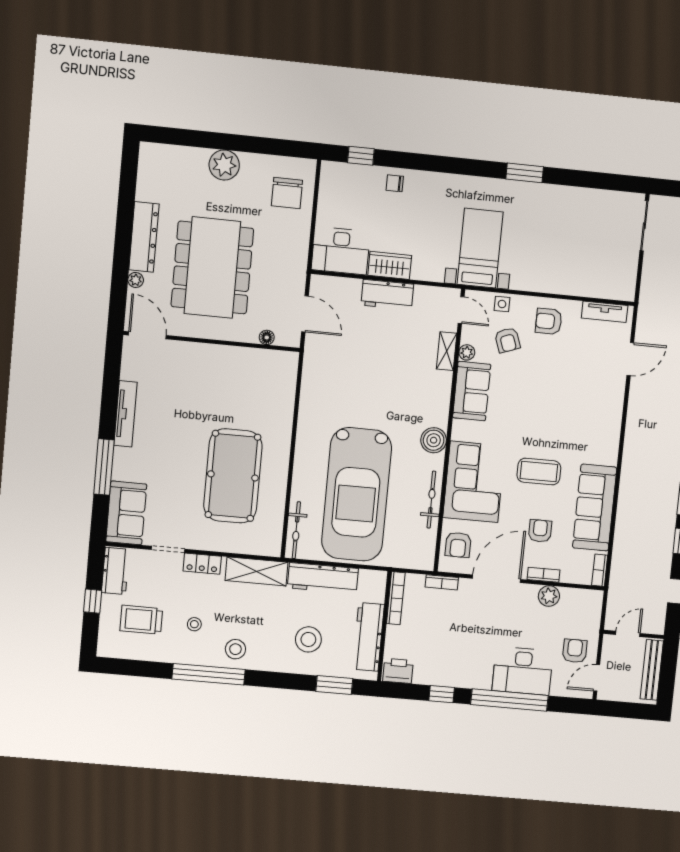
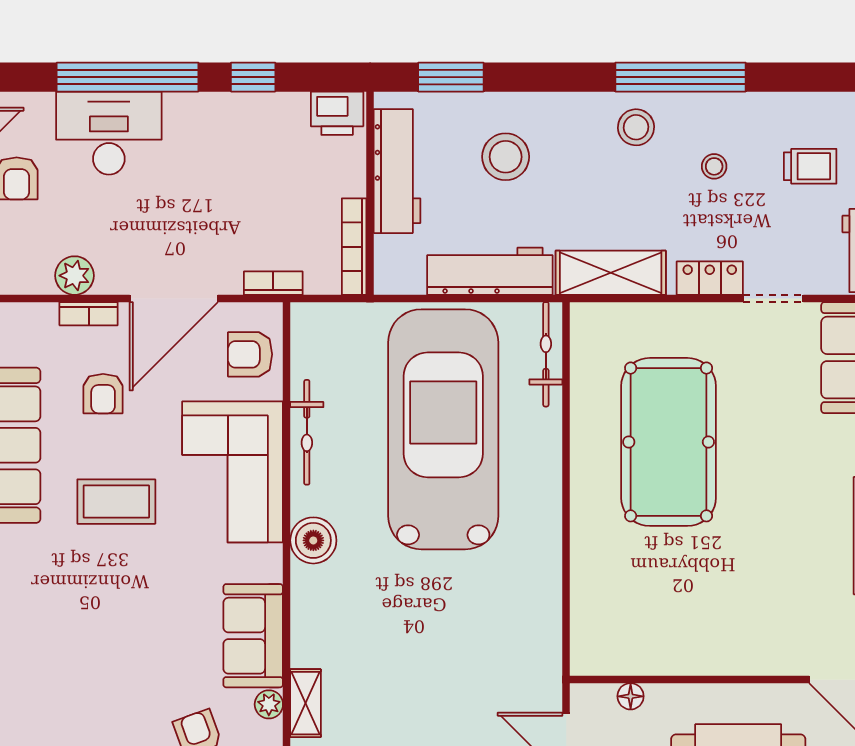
armchair: (458, 545) -> (250, 354), turned -90
trolley: (141, 620) -> (810, 166), width x0.73, depth x0.72

